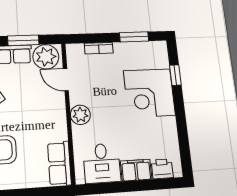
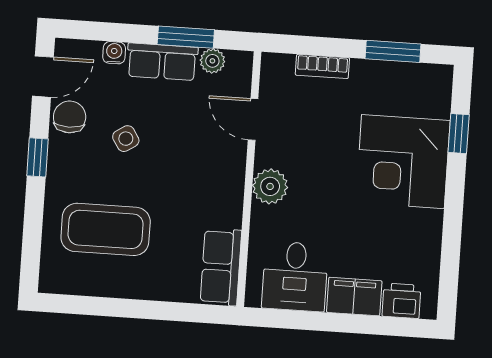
plant: (46, 57) -> (212, 61), width x0.53, depth x0.53

